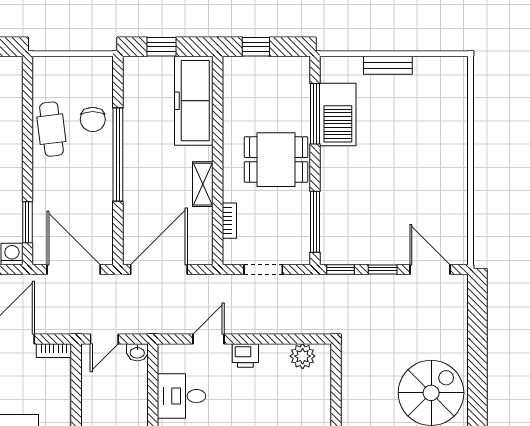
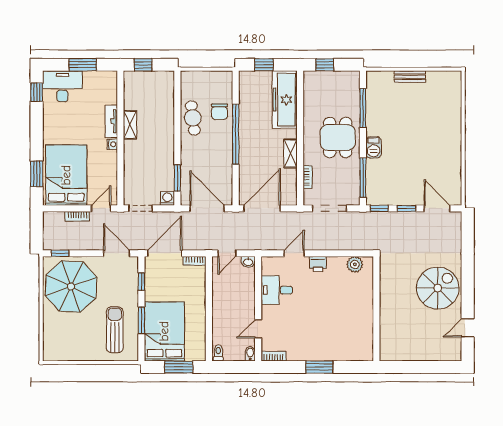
barbecue: (338, 114) -> (374, 147), moved, width x0.53, depth x0.65
dining table: (276, 160) -> (338, 138), turned 90
doorway: (263, 269) -> (329, 208), width x1.38

